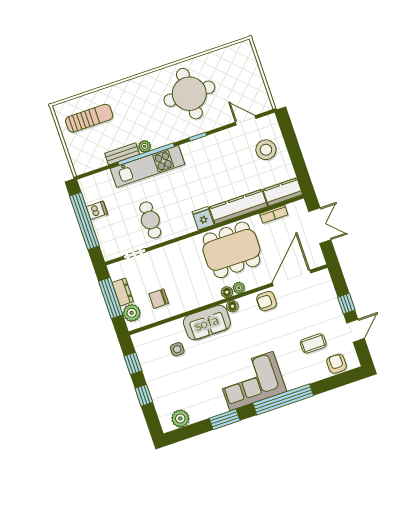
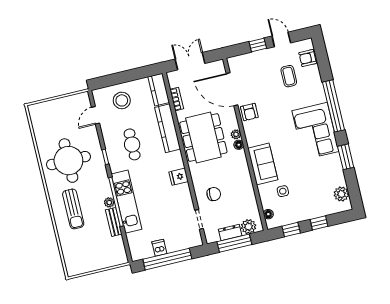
sun lounger: (89, 118) -> (73, 209), moved, turned 180
fridge: (203, 218) -> (179, 177), moved
cafe table: (150, 220) -> (132, 144), moved, turned 90
chair: (159, 299) -> (214, 194), moved, turned -90
floor lamp: (232, 306) -> (268, 214), moved

